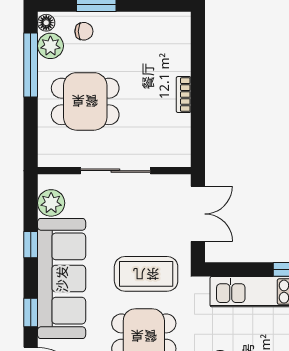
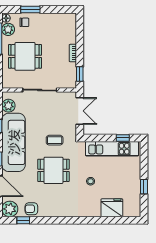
window: (198, 138) -> (80, 74), added
coffee table: (146, 274) -> (55, 140), width x0.54, depth x0.58

